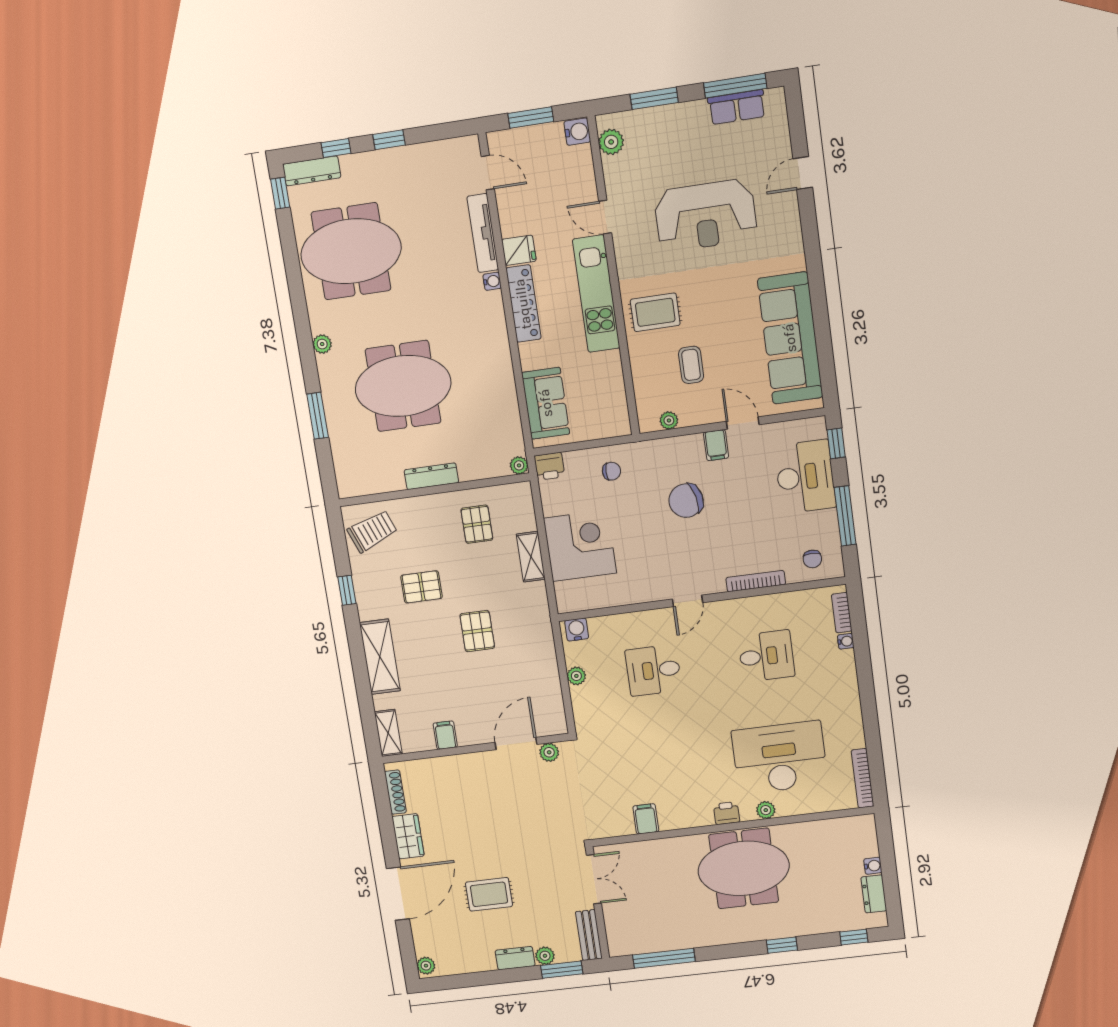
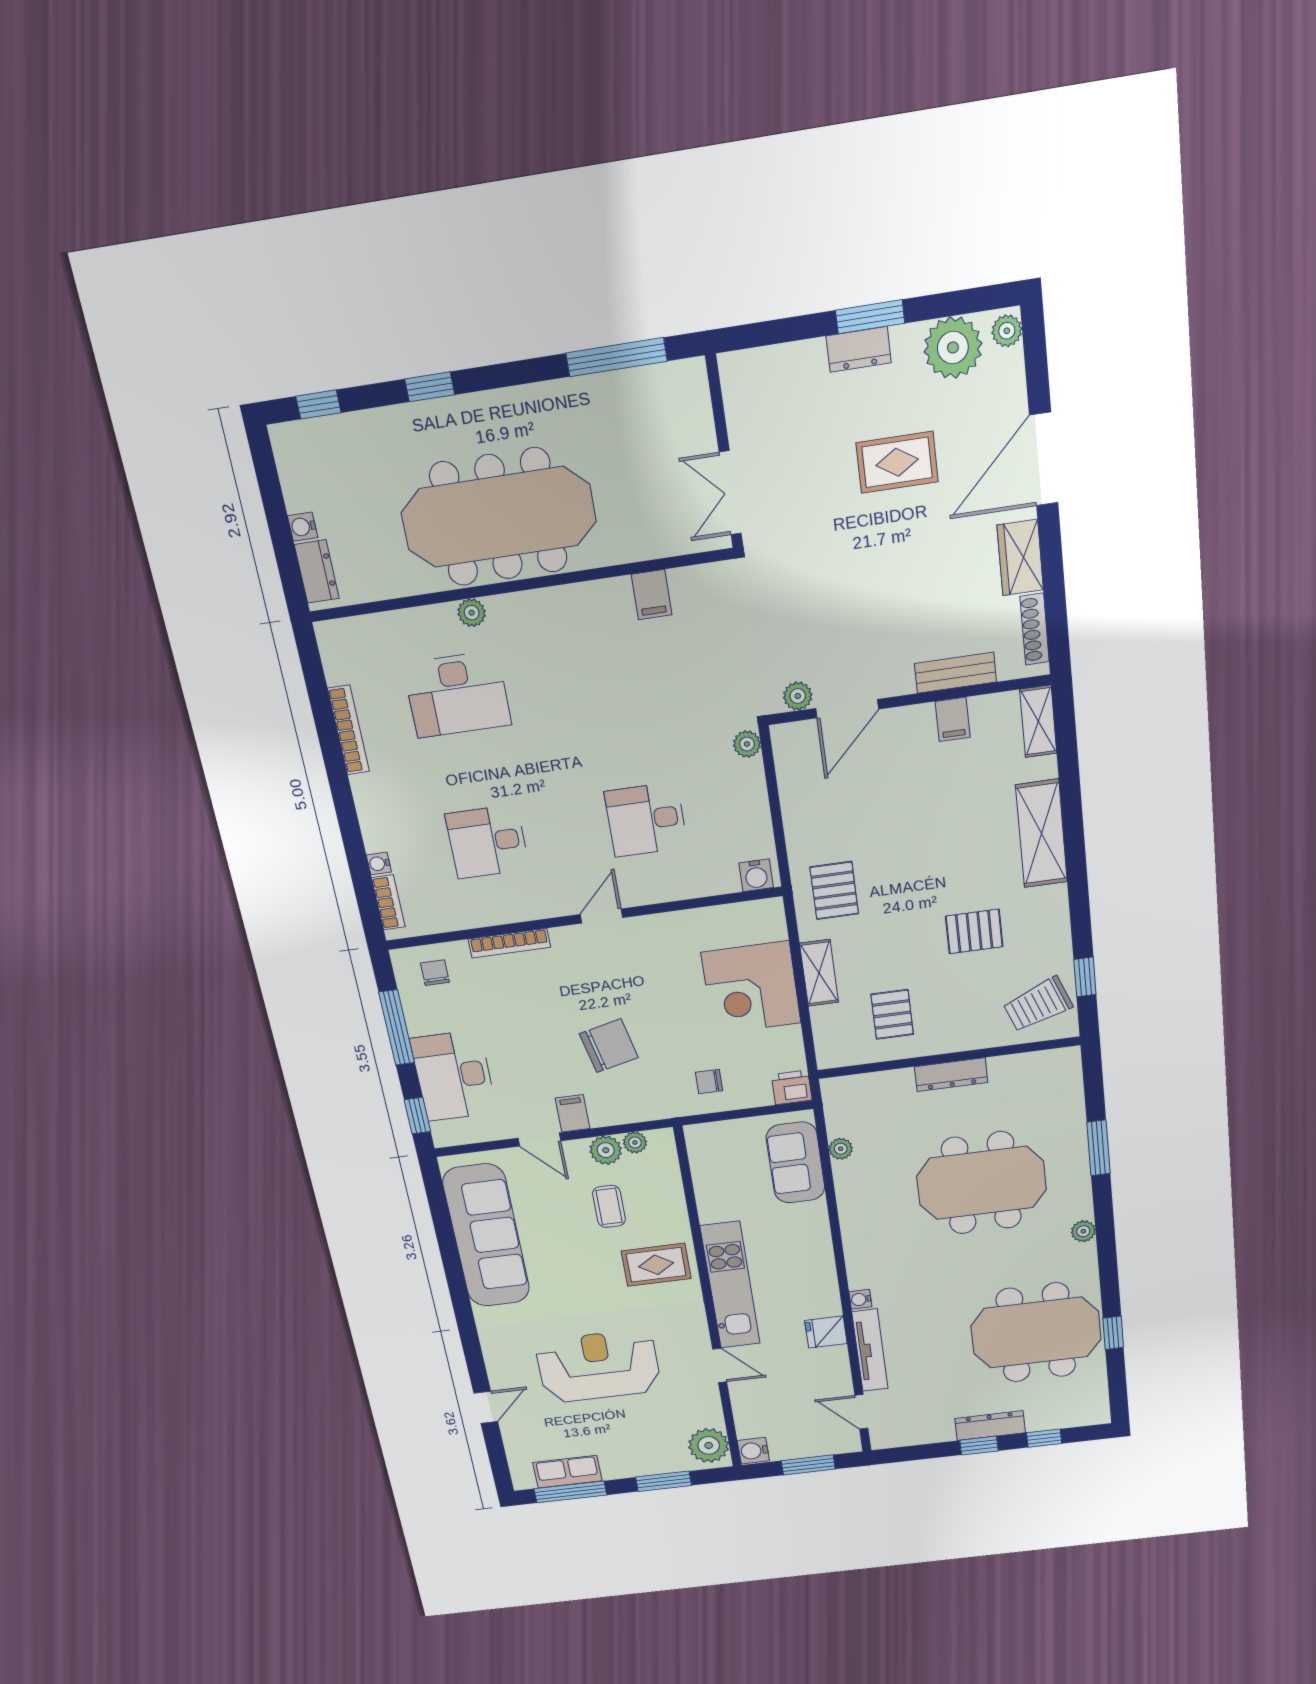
plant: (611, 142) -> (709, 1445), width x1.36, depth x1.36
dresser: (312, 171) -> (990, 1426), moved
window: (280, 193) -> (1113, 1333), moved
locker: (523, 304) -> (822, 1275), removed
plant: (692, 414) -> (606, 1150), added
plant: (519, 465) -> (841, 1149), moved
window: (347, 590) -> (1085, 977), moved
pallet: (477, 631) -> (834, 890), moved
desk: (653, 670) -> (646, 820), turned 180
plant: (576, 676) -> (747, 744), moved
desk: (780, 758) -> (457, 694), width x0.73, depth x0.77
bookcase: (862, 778) -> (349, 730), moved
printer: (727, 813) -> (530, 607), removed
meeting table: (744, 868) -> (499, 517), width x1.36
dresser: (874, 894) -> (317, 571), moved
bench: (589, 935) -> (955, 673), moved, turned 90
plant: (545, 956) -> (953, 348), moved, width x1.87, depth x1.87
window: (562, 970) -> (870, 317), moved

